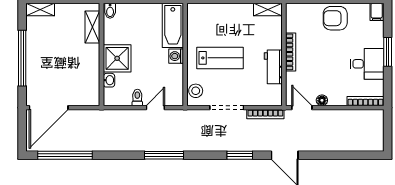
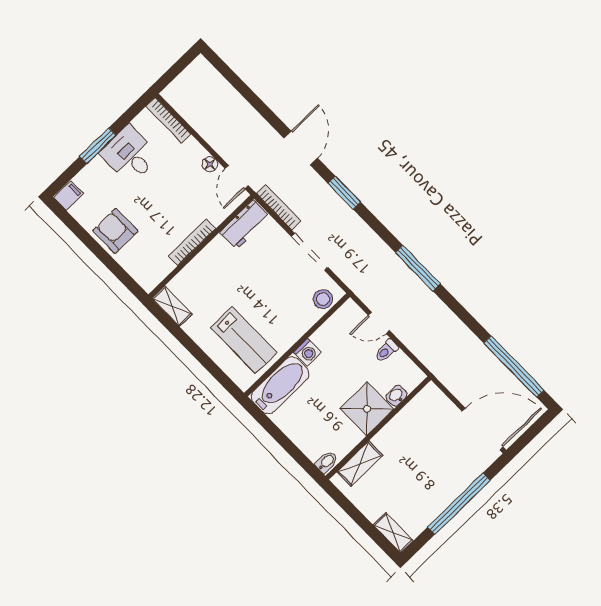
armchair: (335, 18) -> (115, 231), turned 180
lab bench: (220, 58) -> (244, 340), moved, turned 180
workbench: (273, 67) -> (245, 225), moved

